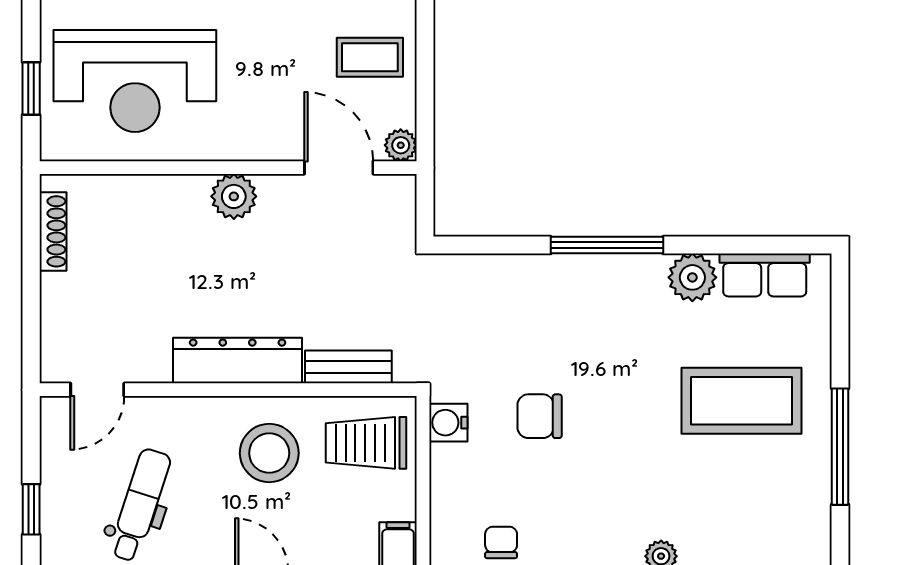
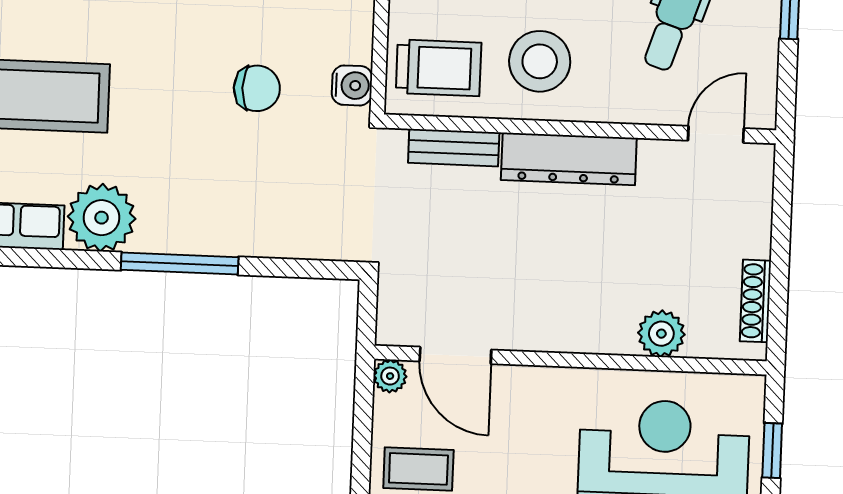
plant: (234, 196) -> (661, 334), moved
plant: (692, 277) -> (102, 218), width x1.36, depth x1.36

